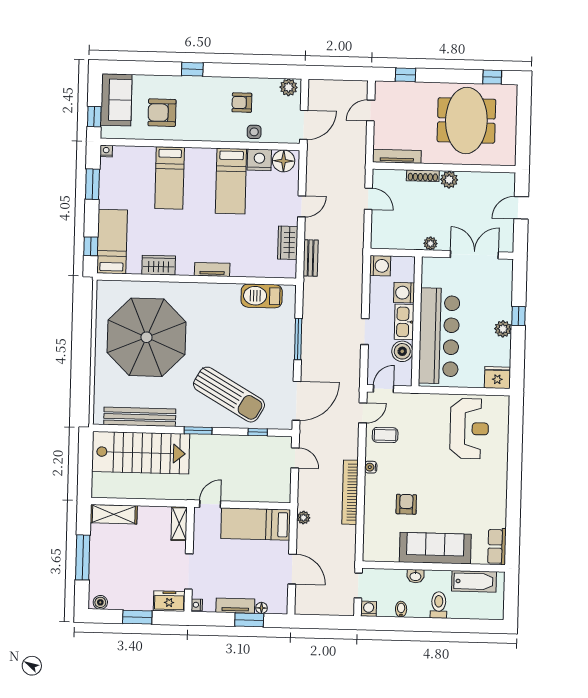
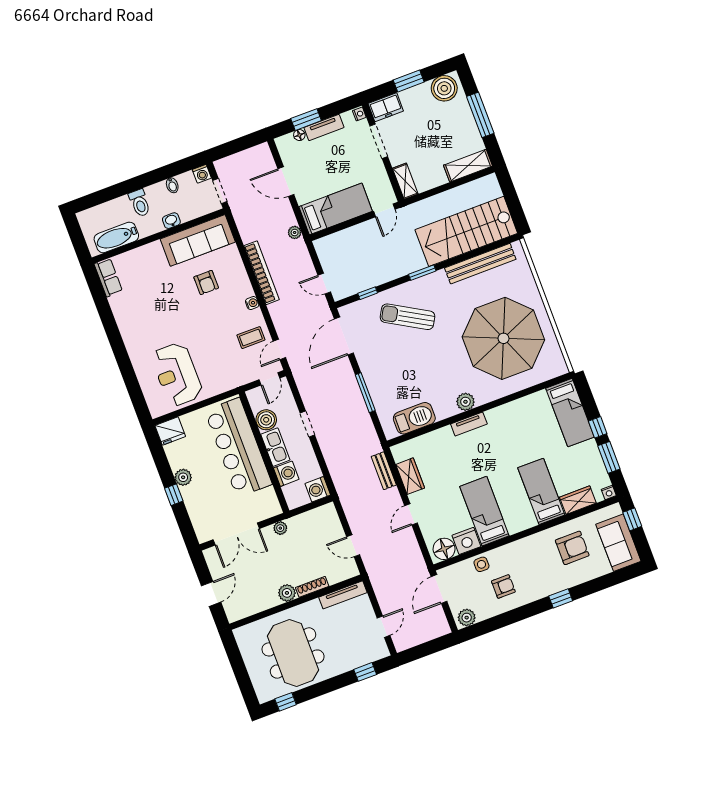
window: (91, 246) -> (598, 427), moved
wardrobe: (159, 265) -> (578, 500), moved, turned 180
plant: (207, 292) -> (465, 402), added
sun lounger: (229, 395) -> (407, 317), width x0.73, depth x0.75
sofa: (435, 548) -> (198, 240), moved
boiler: (100, 602) -> (444, 88), width x1.86, depth x1.86

